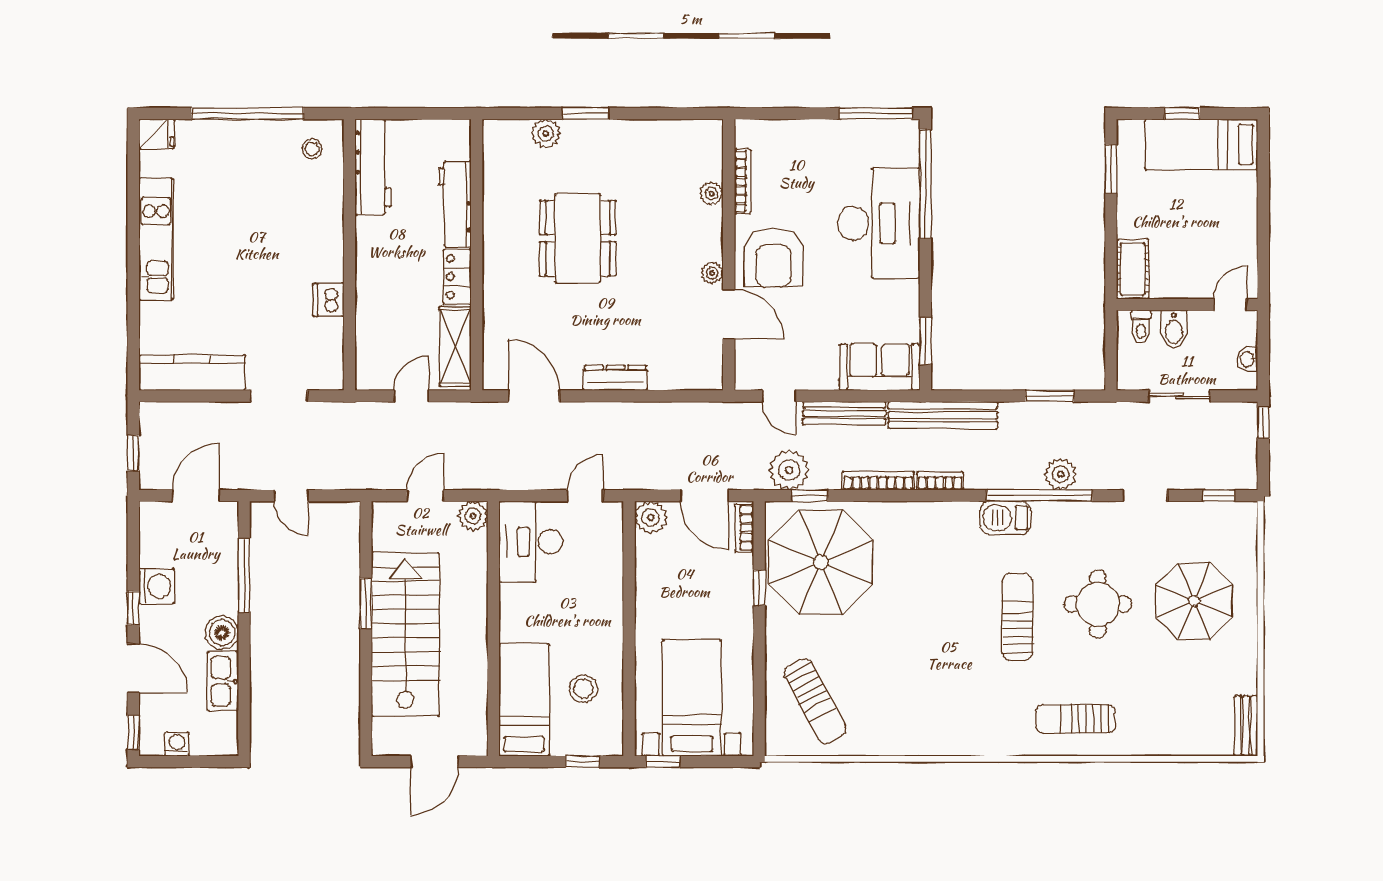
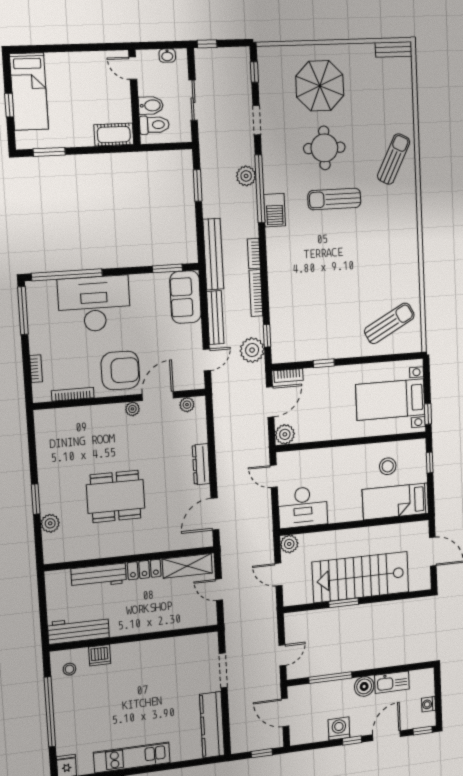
bookcase: (786, 127) -> (36, 369), added
plant: (712, 194) -> (187, 405), moved
dishwasher: (328, 300) -> (100, 655), moved
toilet: (1141, 327) -> (154, 125), width x1.37, depth x1.39
parasol: (821, 562) -> (307, 326), removed
sun lounger: (1075, 719) -> (394, 159), turned -153

